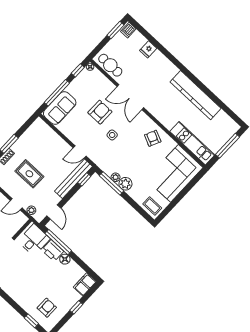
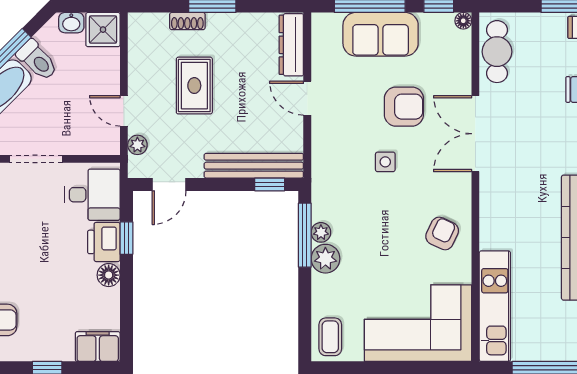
sofa: (60, 108) -> (381, 34), moved
dresser: (46, 130) -> (291, 45), added
door: (80, 152) -> (307, 98), moved
window: (58, 242) -> (126, 238), width x0.46

